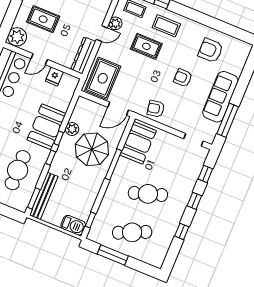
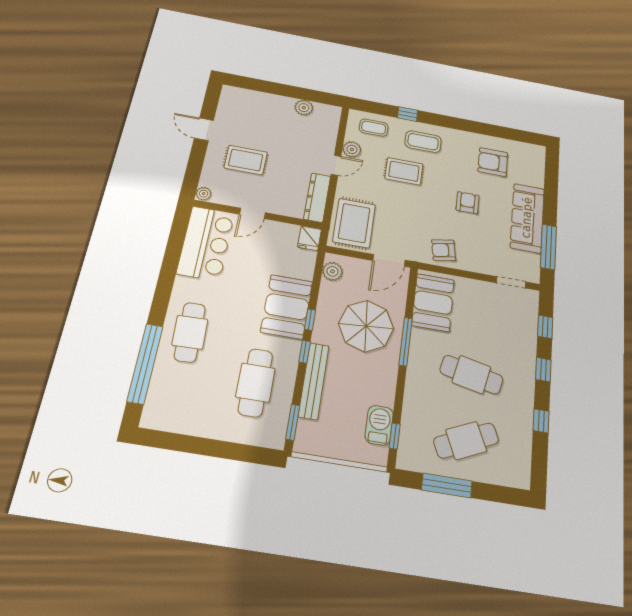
plant: (17, 37) -> (204, 194), width x0.53, depth x0.53
fridge: (54, 76) -> (310, 238), moved
armchair: (183, 78) -> (468, 203), turned 90
plant: (72, 129) -> (332, 271), moved
cafe table: (148, 194) -> (471, 375), turned 30
bench: (44, 196) -> (314, 381), moved
barbecue: (73, 225) -> (379, 425), moved, turned -90

